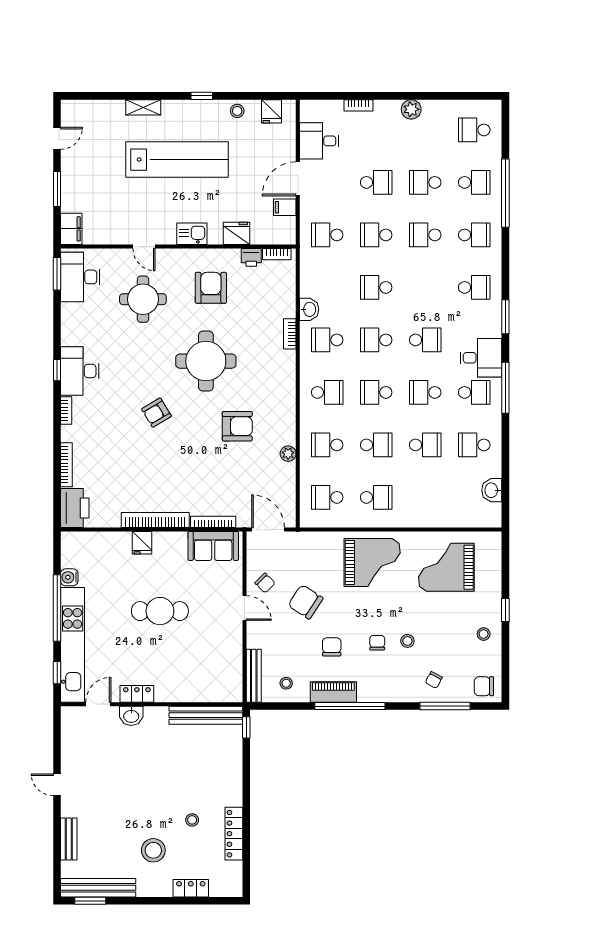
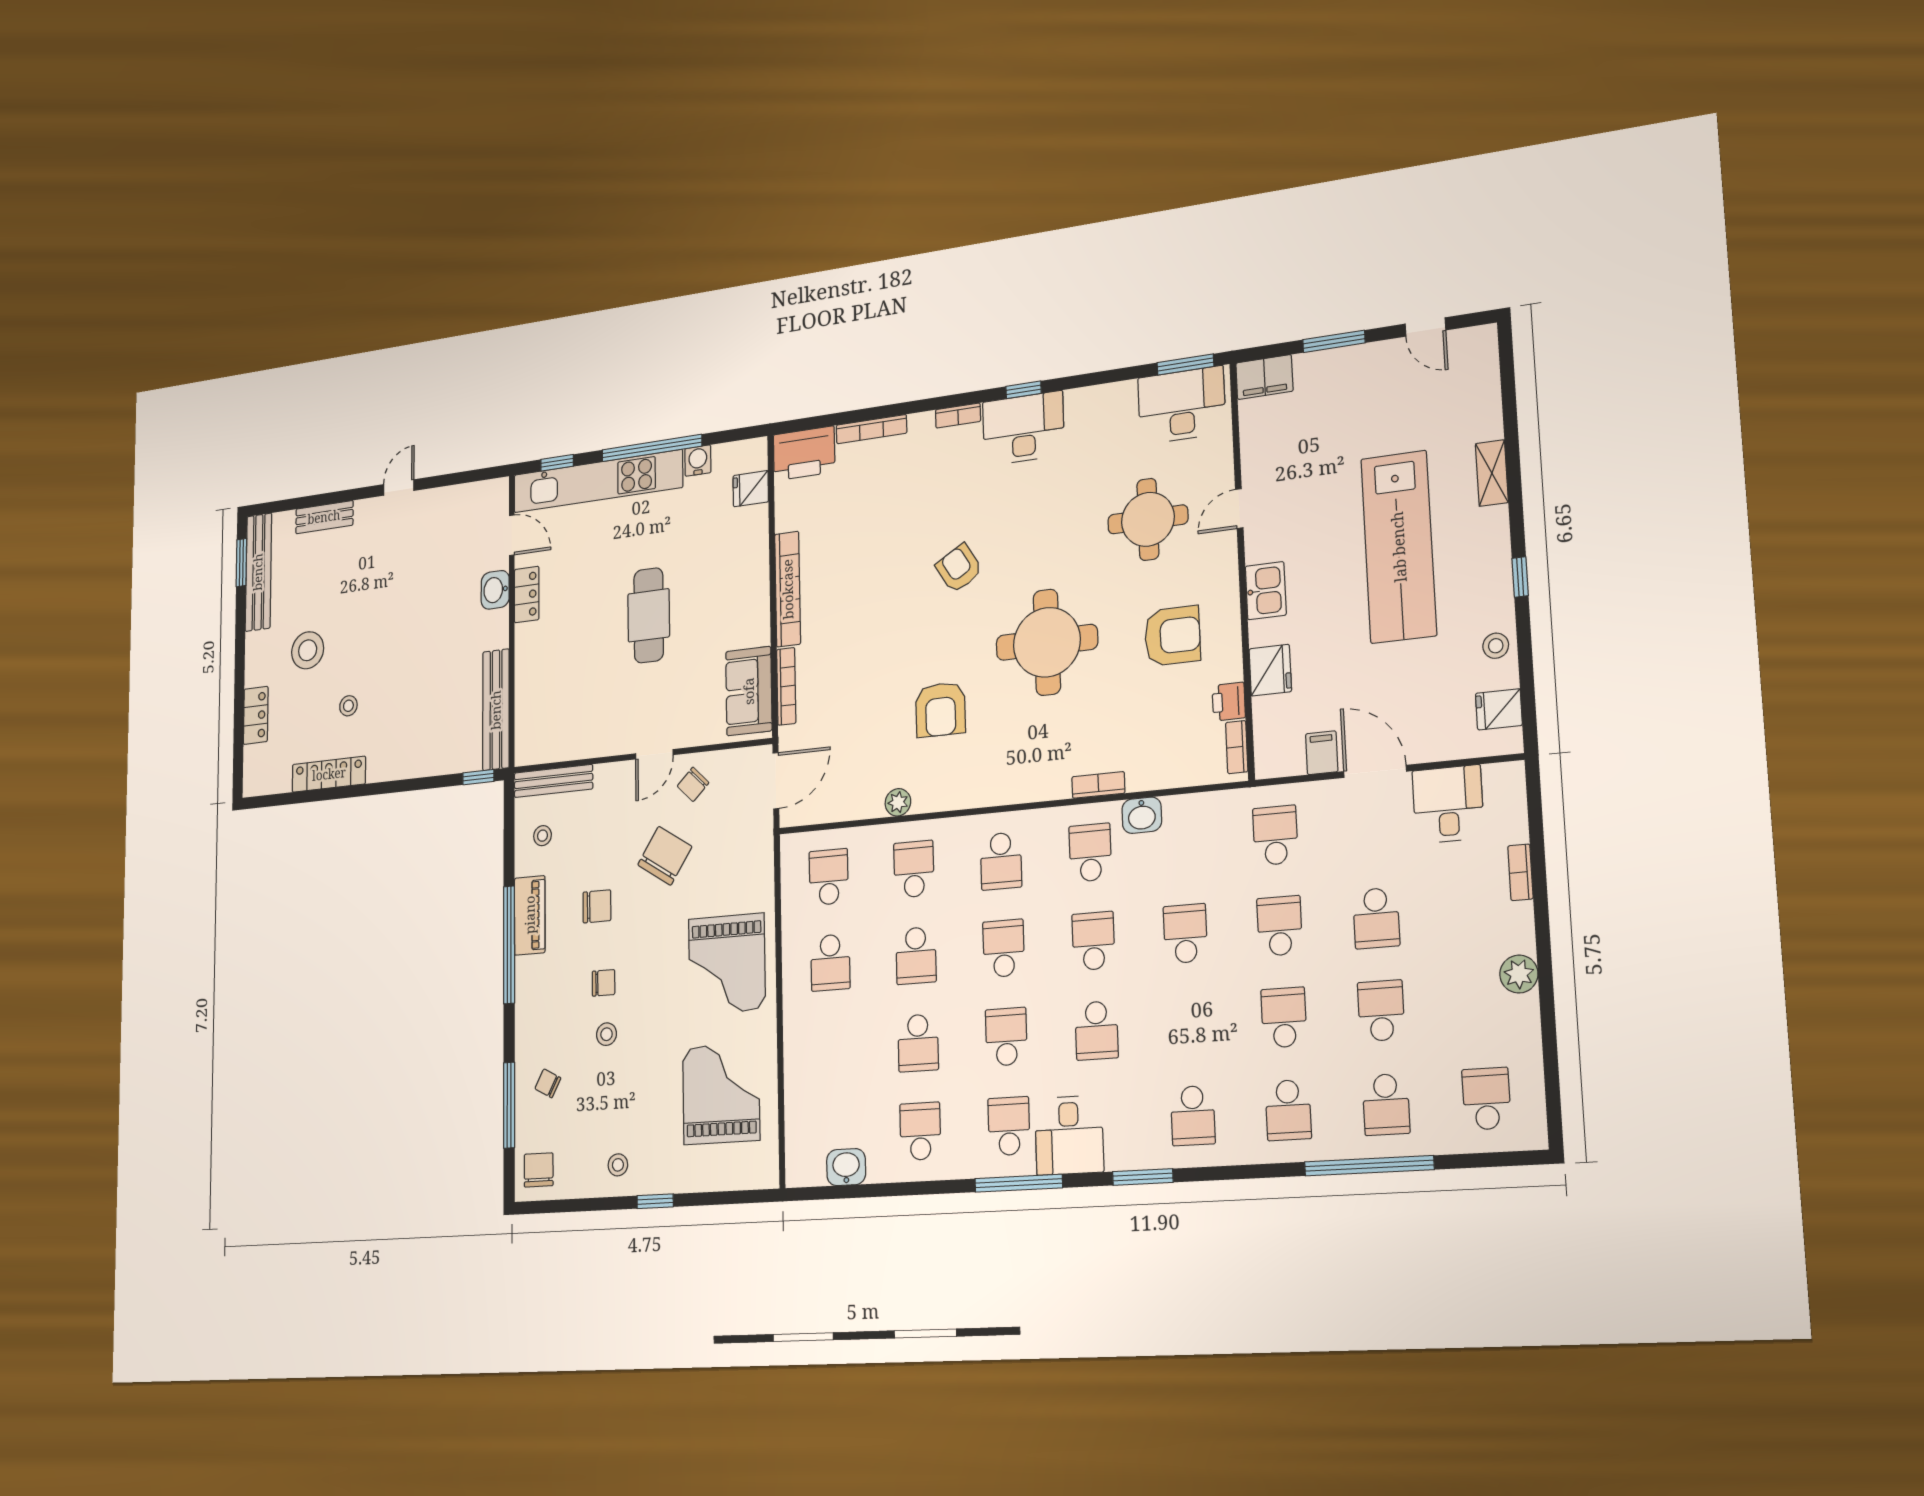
school desk: (474, 392) -> (1009, 1126), turned 180
fridge: (142, 543) -> (751, 489), moved

